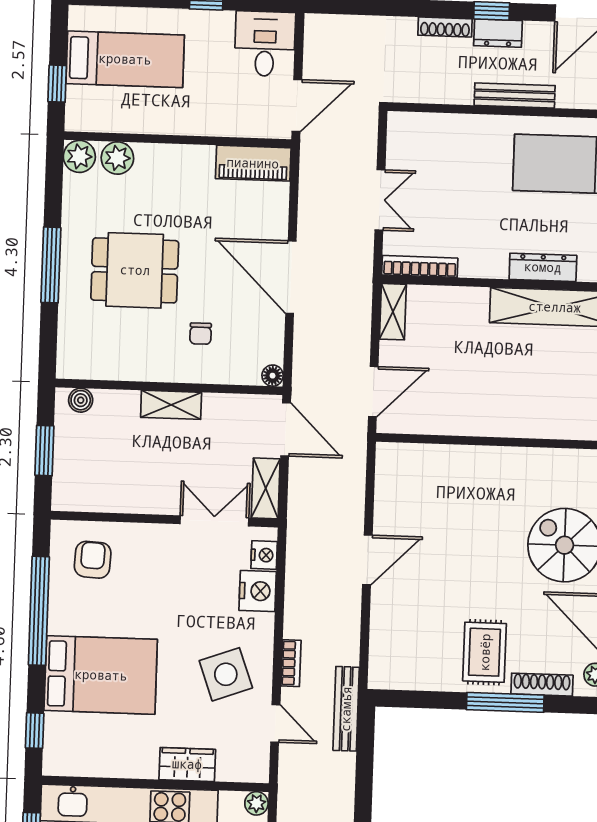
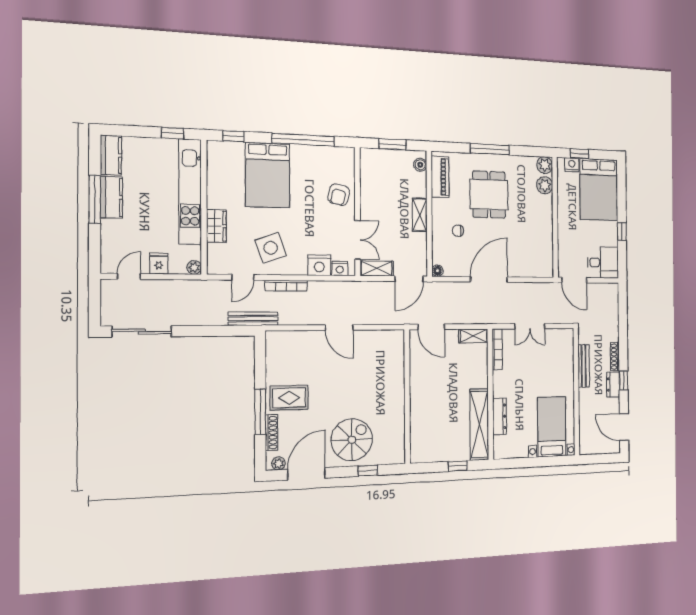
bed: (125, 59) -> (599, 190), width x1.50
bench: (515, 95) -> (584, 366), moved
nightstand: (78, 101) -> (572, 165), added
piano: (253, 163) -> (440, 177), moved, turned 180
armchair: (93, 560) -> (339, 195), moved, turned 100
bookcase: (291, 663) -> (286, 286), width x1.56

